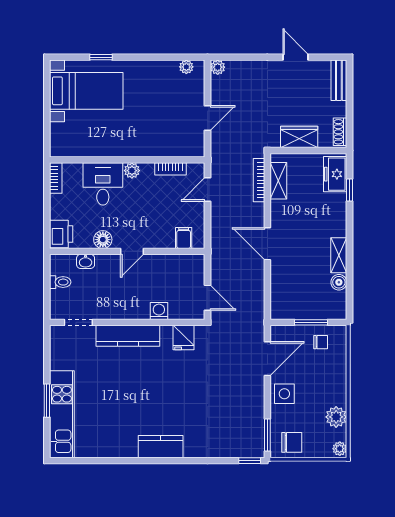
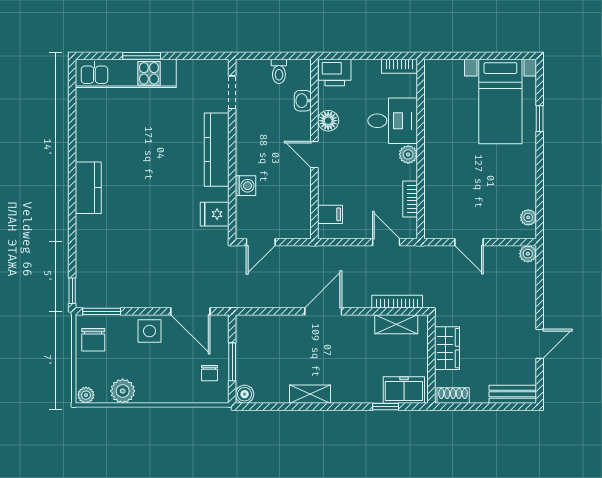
boiler: (339, 282) -> (245, 394), moved

